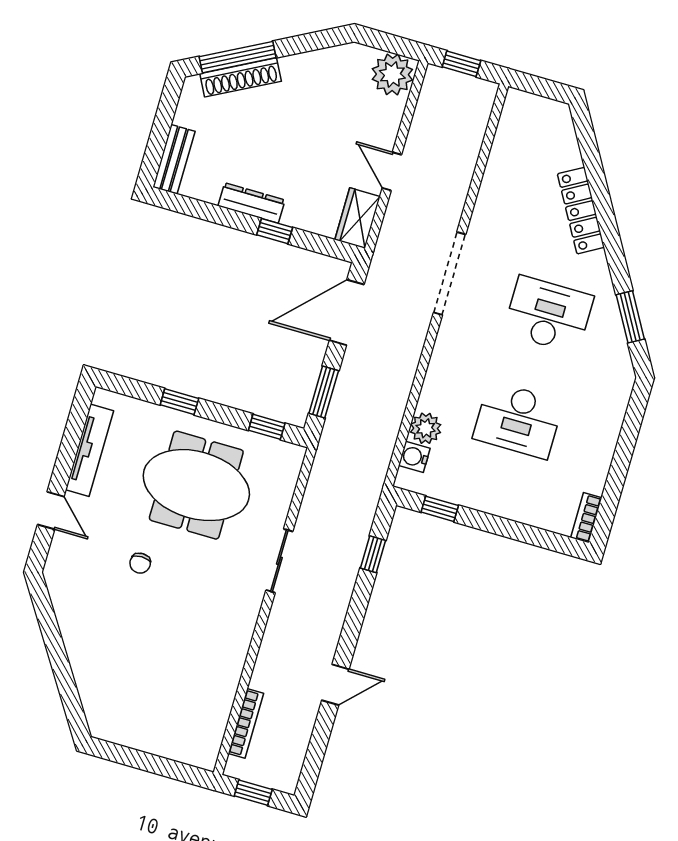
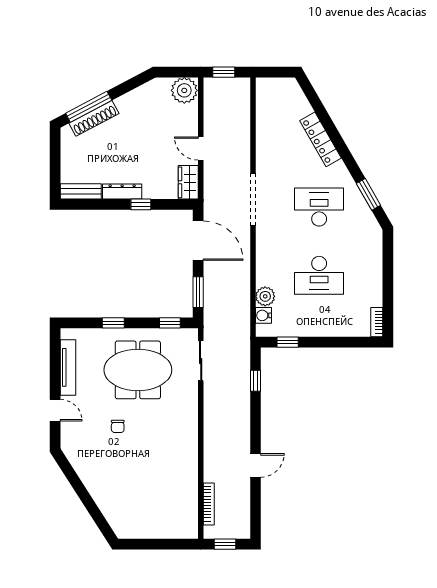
bench: (174, 159) -> (81, 191), moved, turned 90
door: (347, 312) -> (198, 241), swing flipped
sliding door: (279, 561) -> (201, 361), moved

